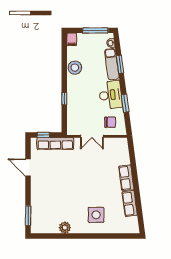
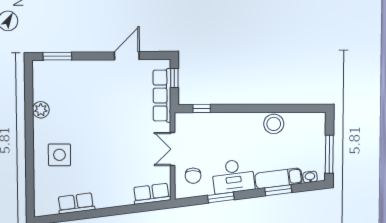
filing cabinet: (72, 39) -> (316, 119), removed
window: (64, 99) -> (202, 109), moved
row of seats: (126, 178) -> (151, 194), moved

